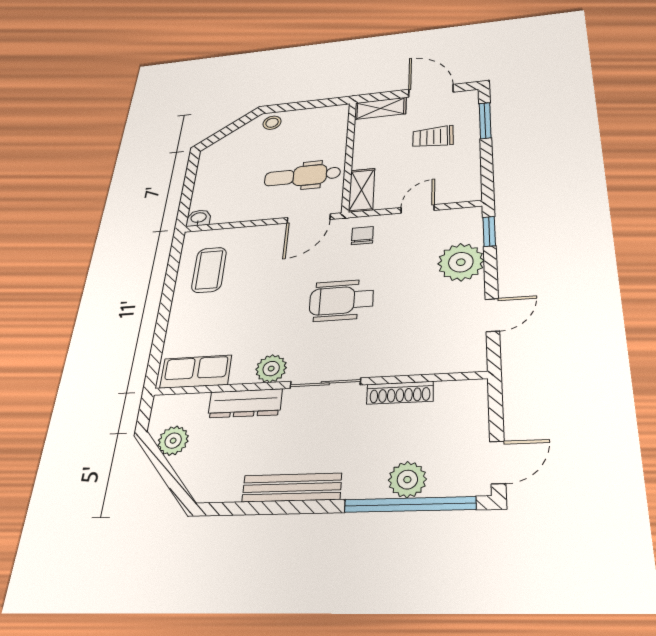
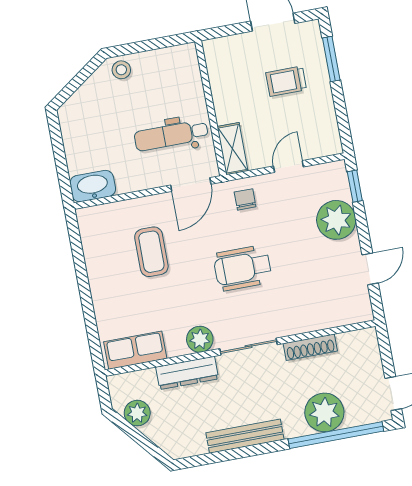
shelving: (380, 108) -> (228, 47), removed
washbasin: (199, 218) -> (93, 186), width x1.91, depth x1.45
coffee table: (209, 270) -> (151, 252), moved
plant: (407, 480) -> (324, 412), width x1.36, depth x1.36

